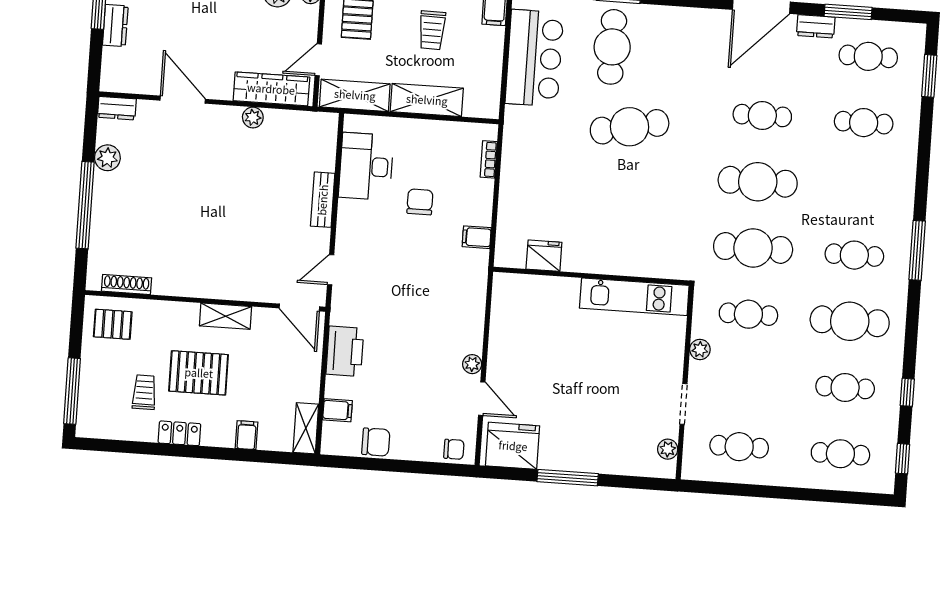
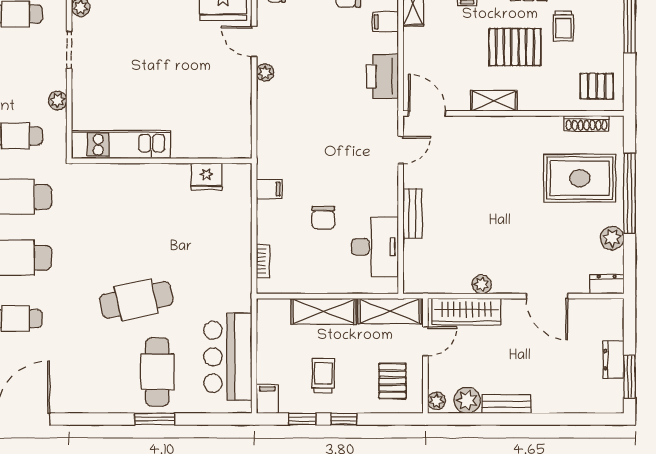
rug: (138, 225) -> (580, 178), added

